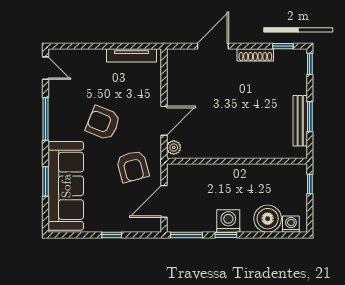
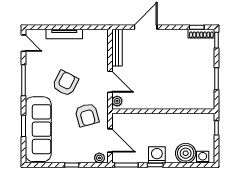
tv unit: (132, 55) -> (64, 34), moved
shoe rack: (255, 55) -> (201, 34), moved
door: (164, 121) -> (110, 82), hinge flipped
bench: (300, 121) -> (117, 48), moved
armchair: (103, 123) -> (65, 83), turned 95
door: (164, 201) -> (110, 141), swing flipped
plant: (150, 225) -> (99, 158), added

